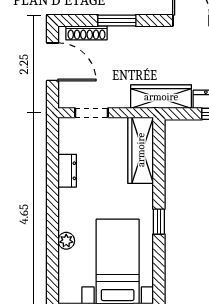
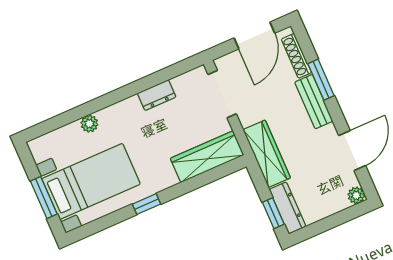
bench: (133, 35) -> (314, 102), added
doorway: (92, 113) -> (222, 94), width x1.38

